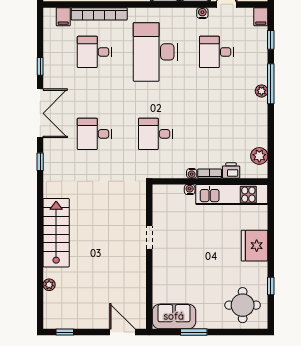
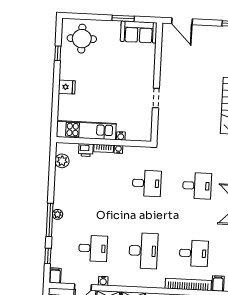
desk: (155, 52) -> (143, 251), width x0.73, depth x0.77
fridge: (255, 246) -> (67, 87), width x0.53, depth x0.75

